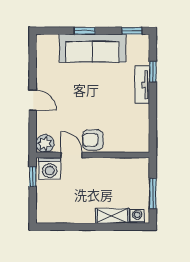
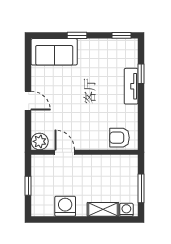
sofa: (92, 48) -> (54, 52), moved, width x0.73
armchair: (93, 140) -> (119, 138), moved
washing machine: (50, 168) -> (65, 206), moved, turned 180
window: (33, 177) -> (28, 186), moved

